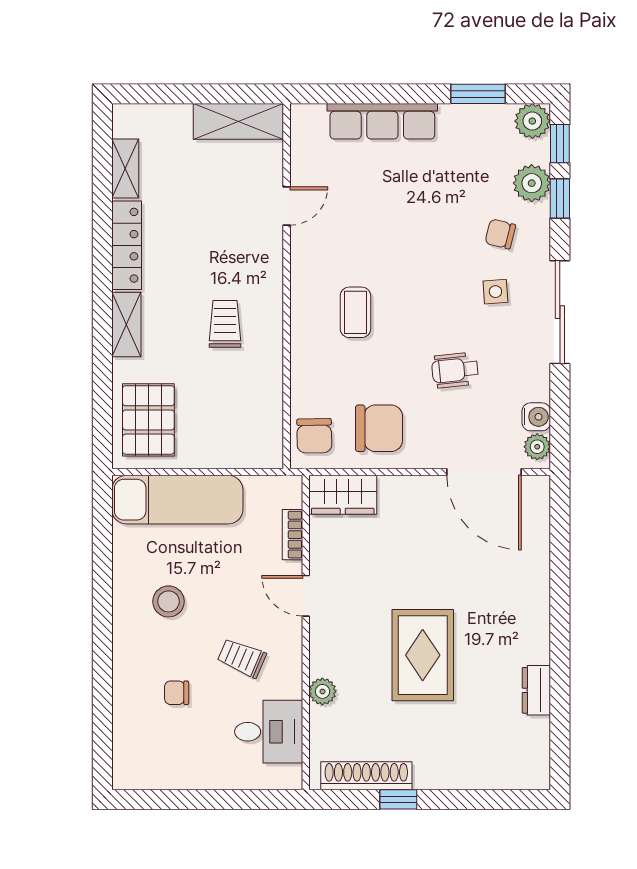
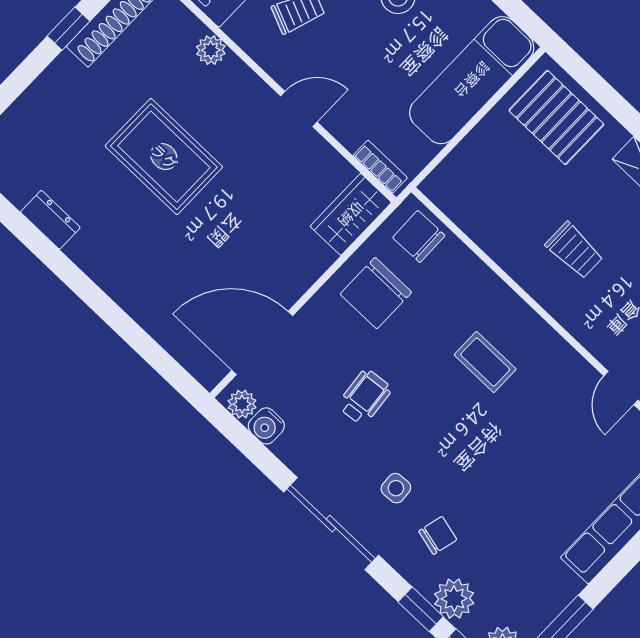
bookcase: (292, 535) -> (380, 167), moved

